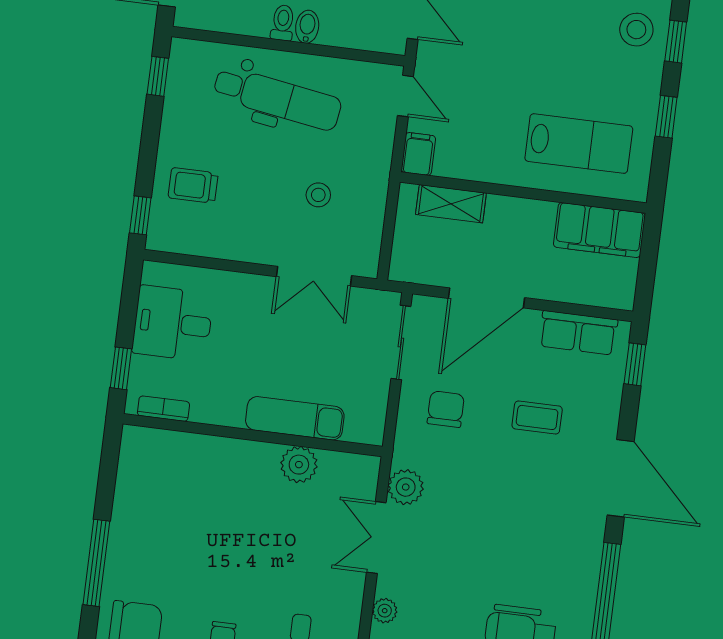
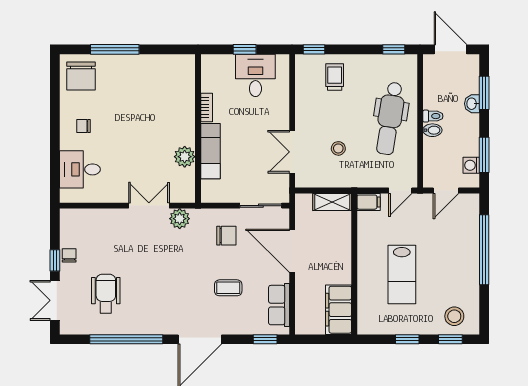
lab bench: (579, 144) -> (402, 274), moved
shelving: (451, 204) -> (332, 202), moved, turned 90
window: (121, 368) -> (245, 49), moved
bookcase: (163, 409) -> (207, 108), moved
coffee table: (537, 417) -> (228, 288), turned 90
plant: (385, 611) -> (108, 216), removed

